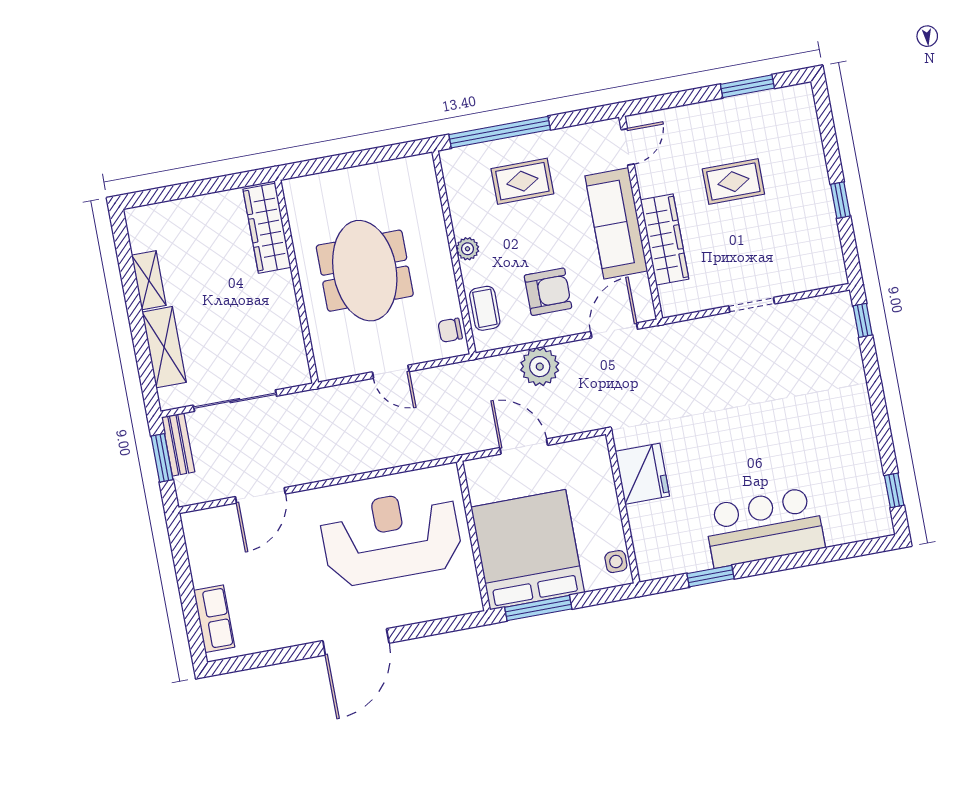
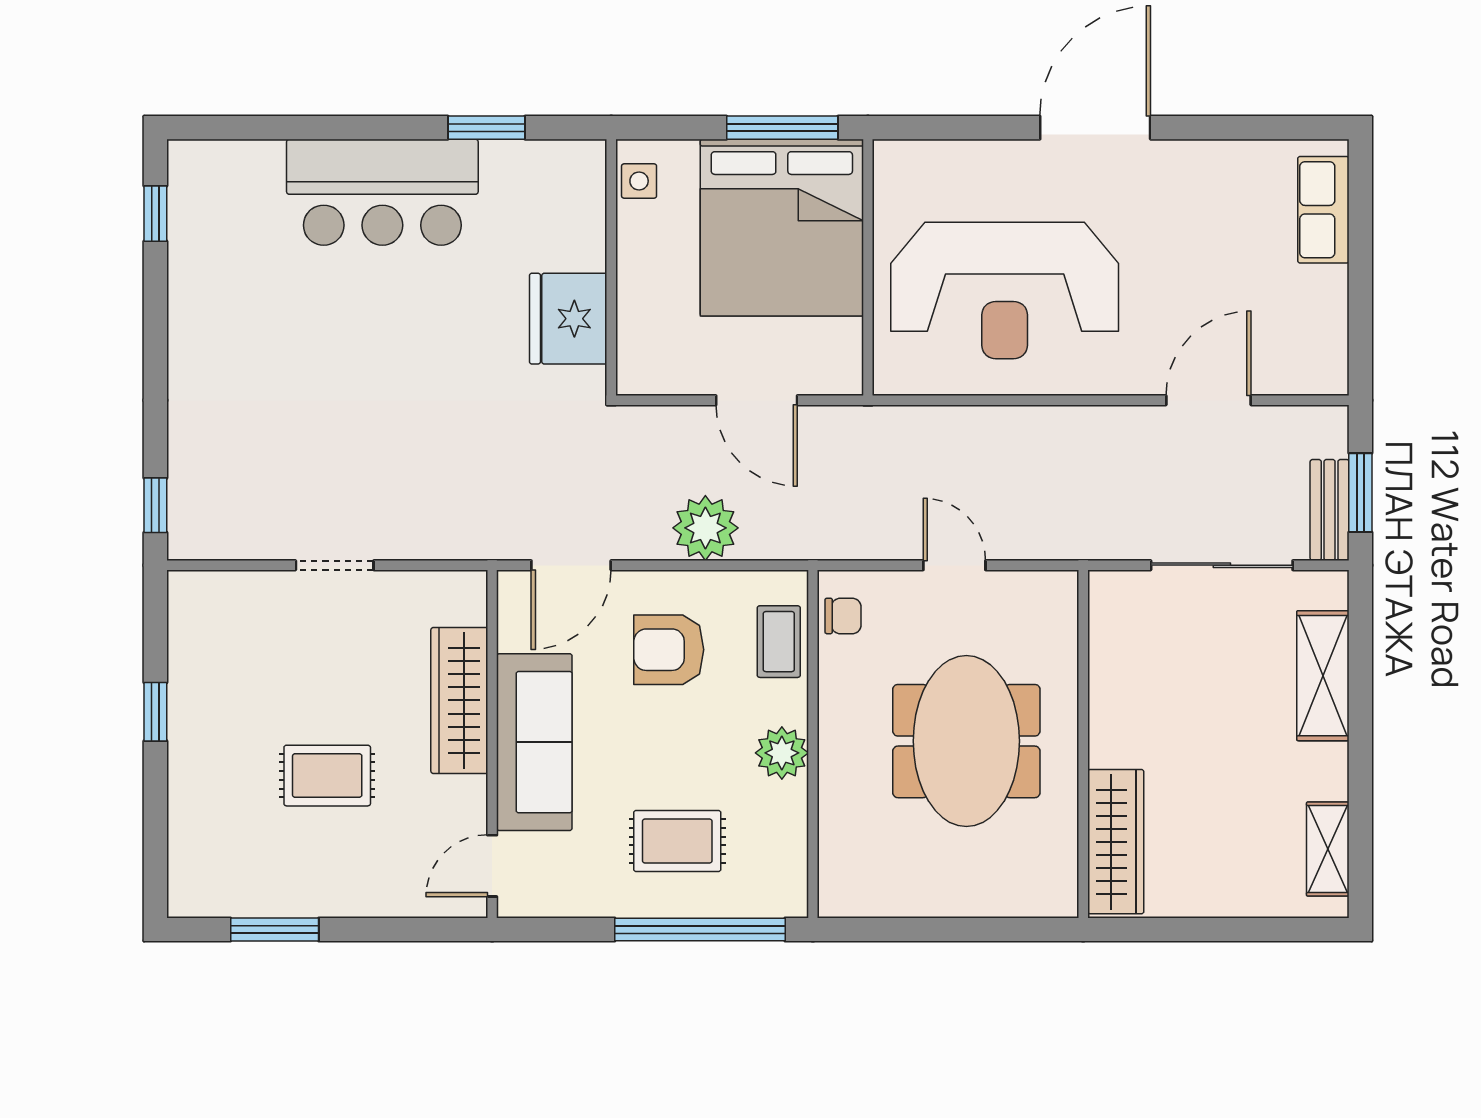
plant: (468, 249) -> (782, 753), width x1.38, depth x1.38
shelving: (149, 280) -> (1328, 849), moved

